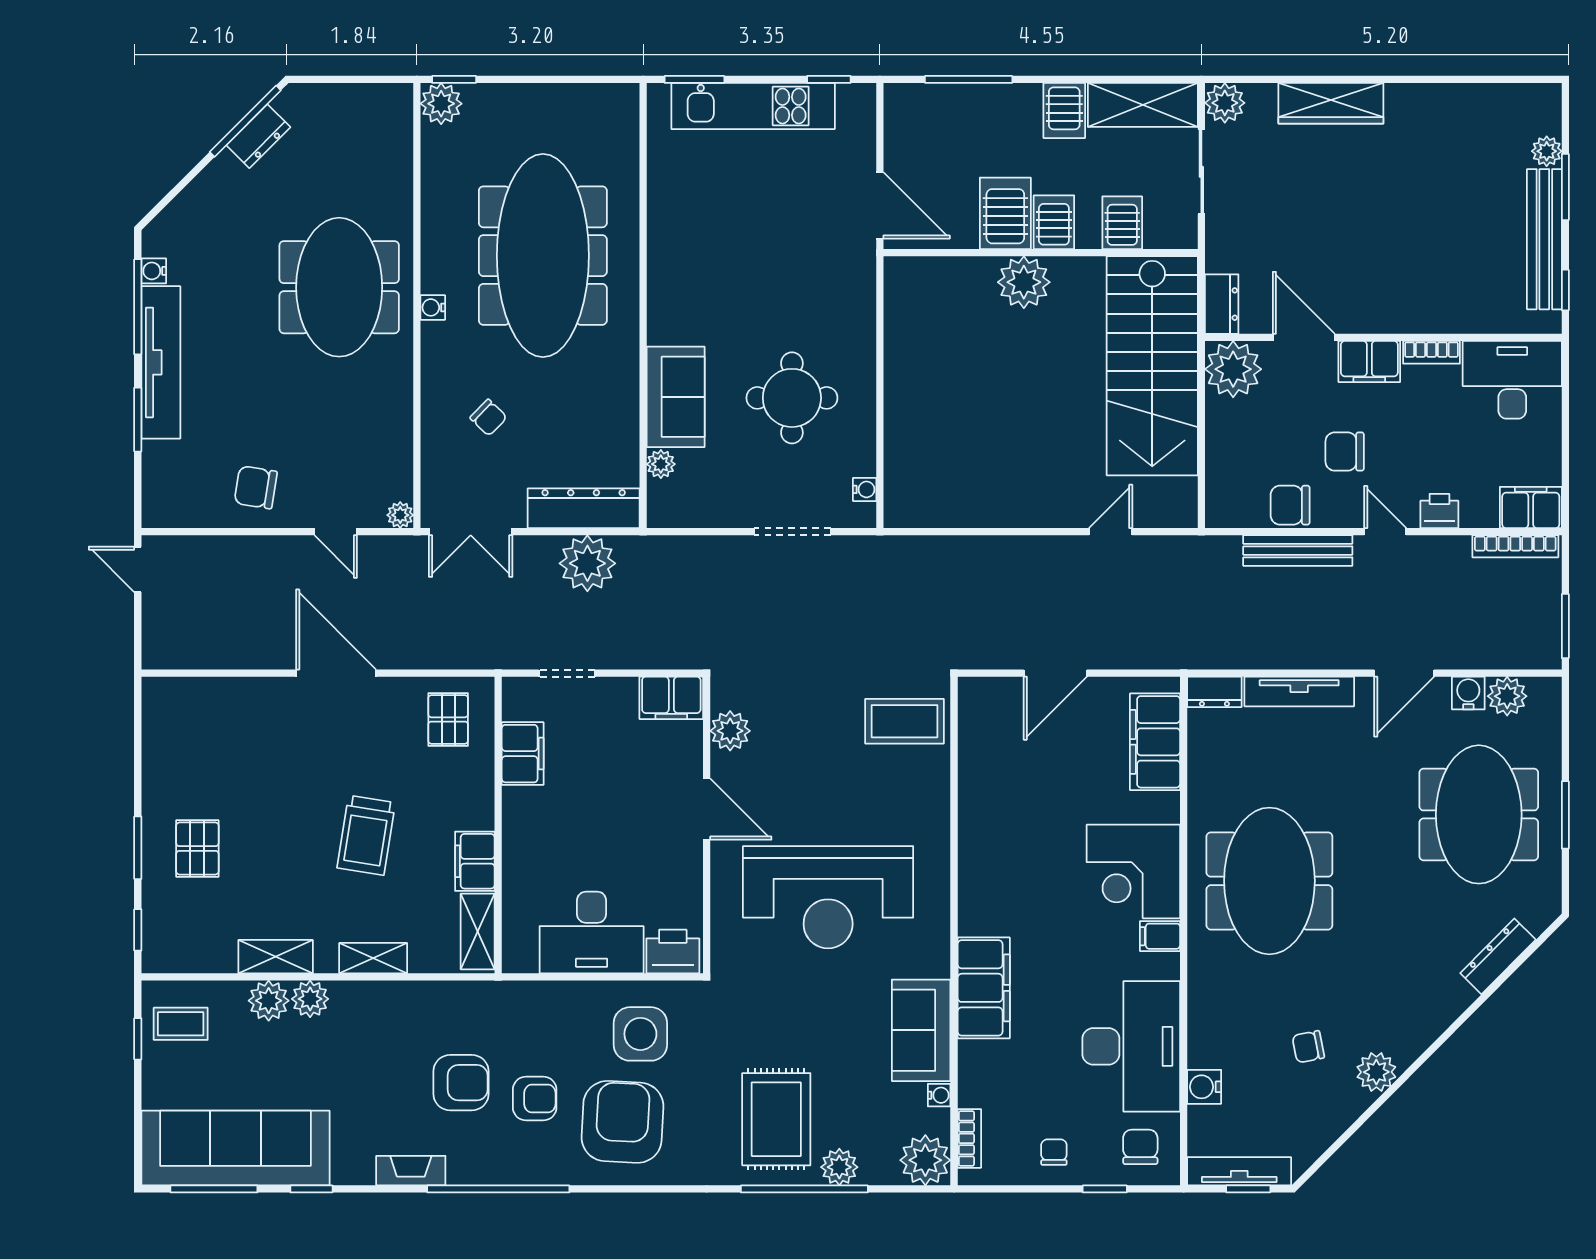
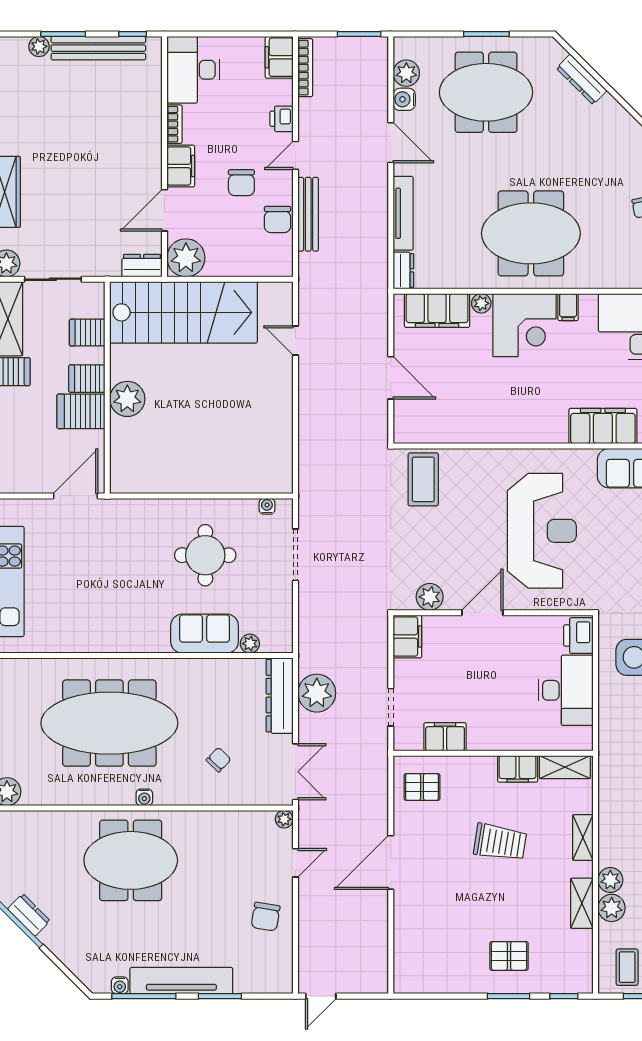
plant: (1166, 807) -> (481, 303), added

